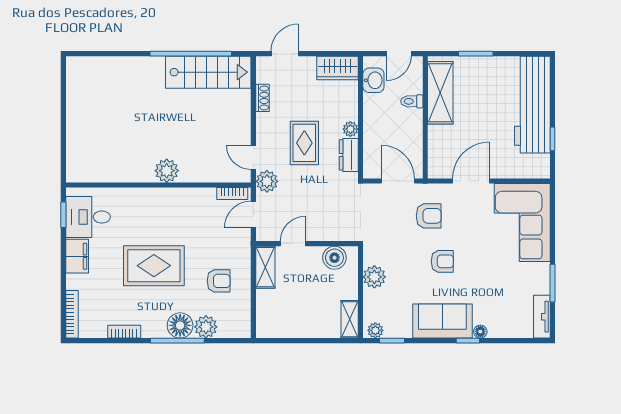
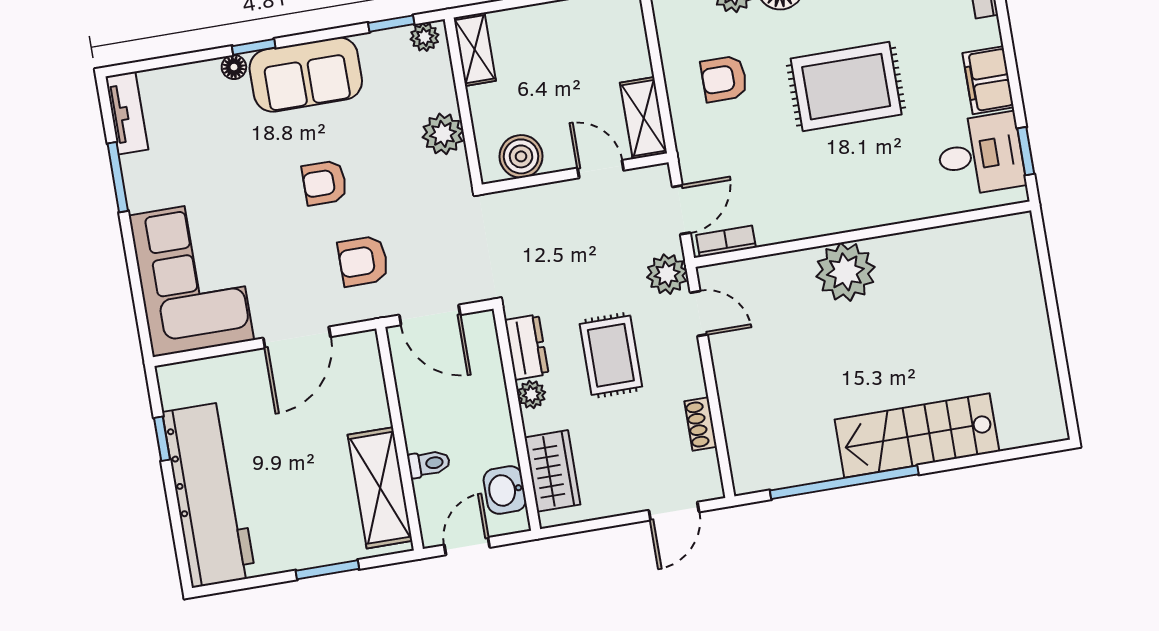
wardrobe: (338, 68) -> (552, 471), moved, turned 90
stairs: (208, 72) -> (917, 435), moved
plant: (167, 171) -> (845, 272), width x1.36, depth x1.36
door: (293, 244) -> (601, 169), swing flipped

